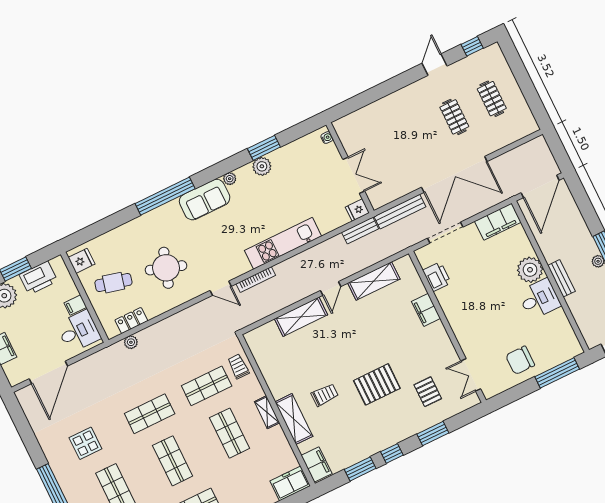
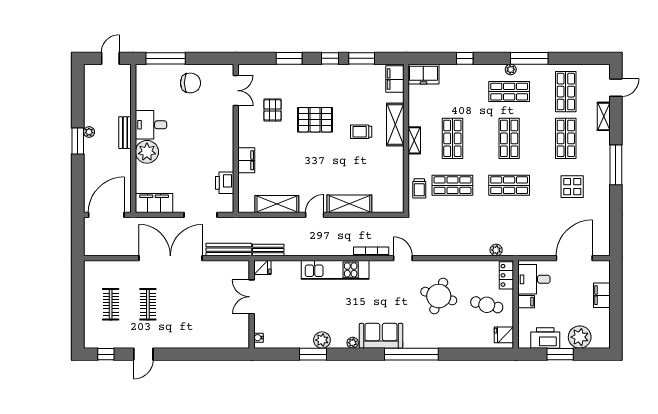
locker: (131, 321) -> (506, 275), moved, turned 90
pallet: (428, 392) -> (272, 110), moved

